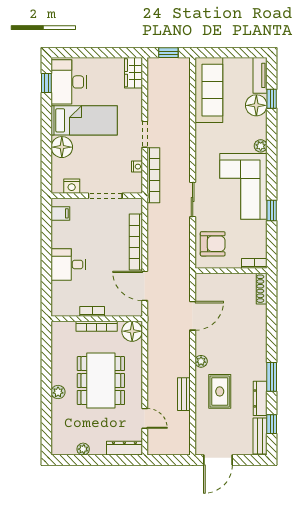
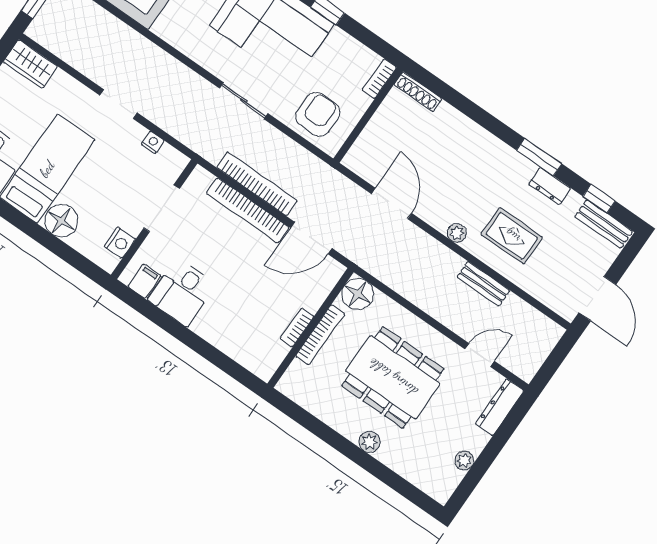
bookcase: (153, 175) -> (257, 184), moved
desk: (68, 265) -> (182, 292), moved
dresser: (260, 398) -> (550, 186), width x0.70

